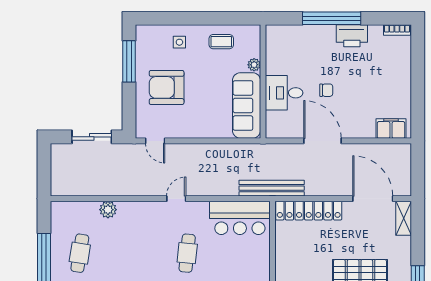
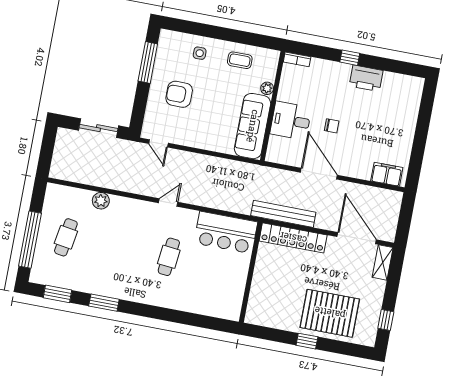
window: (332, 18) -> (350, 58), width x0.32
bookcase: (397, 30) -> (297, 59), moved
armchair: (167, 87) -> (179, 94), width x0.73, depth x0.73
bench: (272, 188) -> (283, 214), moved

